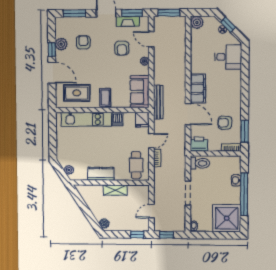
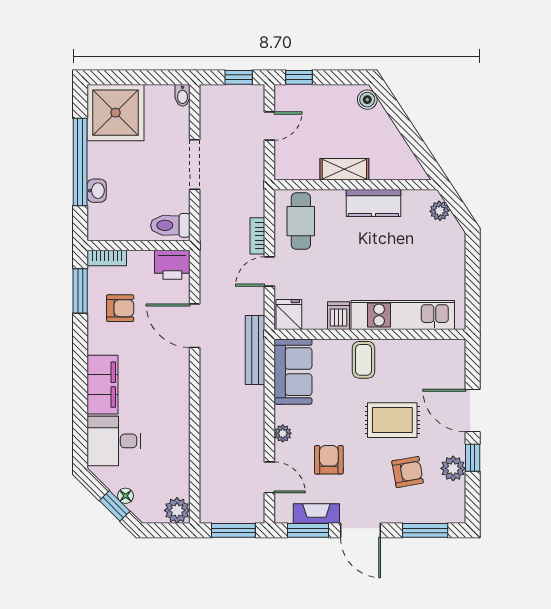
armchair: (83, 42) -> (408, 472), turned -100
filing cabinet: (198, 88) -> (103, 385), moved, turned 180
rug: (77, 93) -> (392, 420), moved

